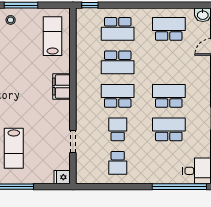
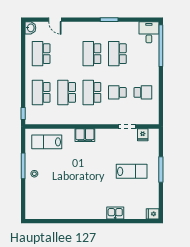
school desk: (118, 29) -> (41, 92), turned 180
school desk: (118, 62) -> (67, 92), turned 180
fridge: (62, 177) -> (143, 135), moved

